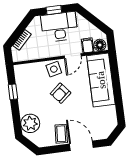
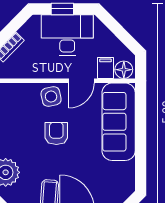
armchair: (61, 93) -> (56, 133), turned 130

